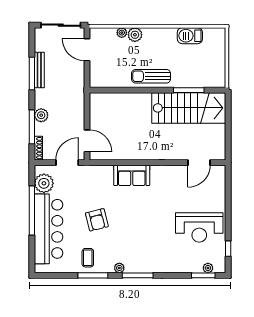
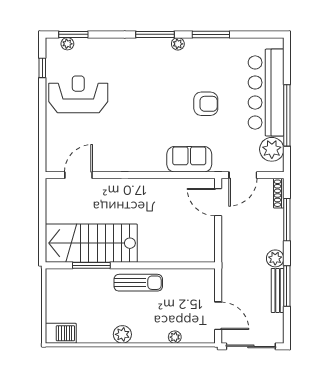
plant: (135, 35) -> (122, 334), moved
barbecue: (190, 36) -> (61, 333), moved
plant: (41, 115) -> (275, 258), moved
sofa: (132, 175) -> (189, 159), moved
armchair: (97, 220) -> (206, 104), turned 104
coffee table: (88, 258) -> (217, 57), removed

